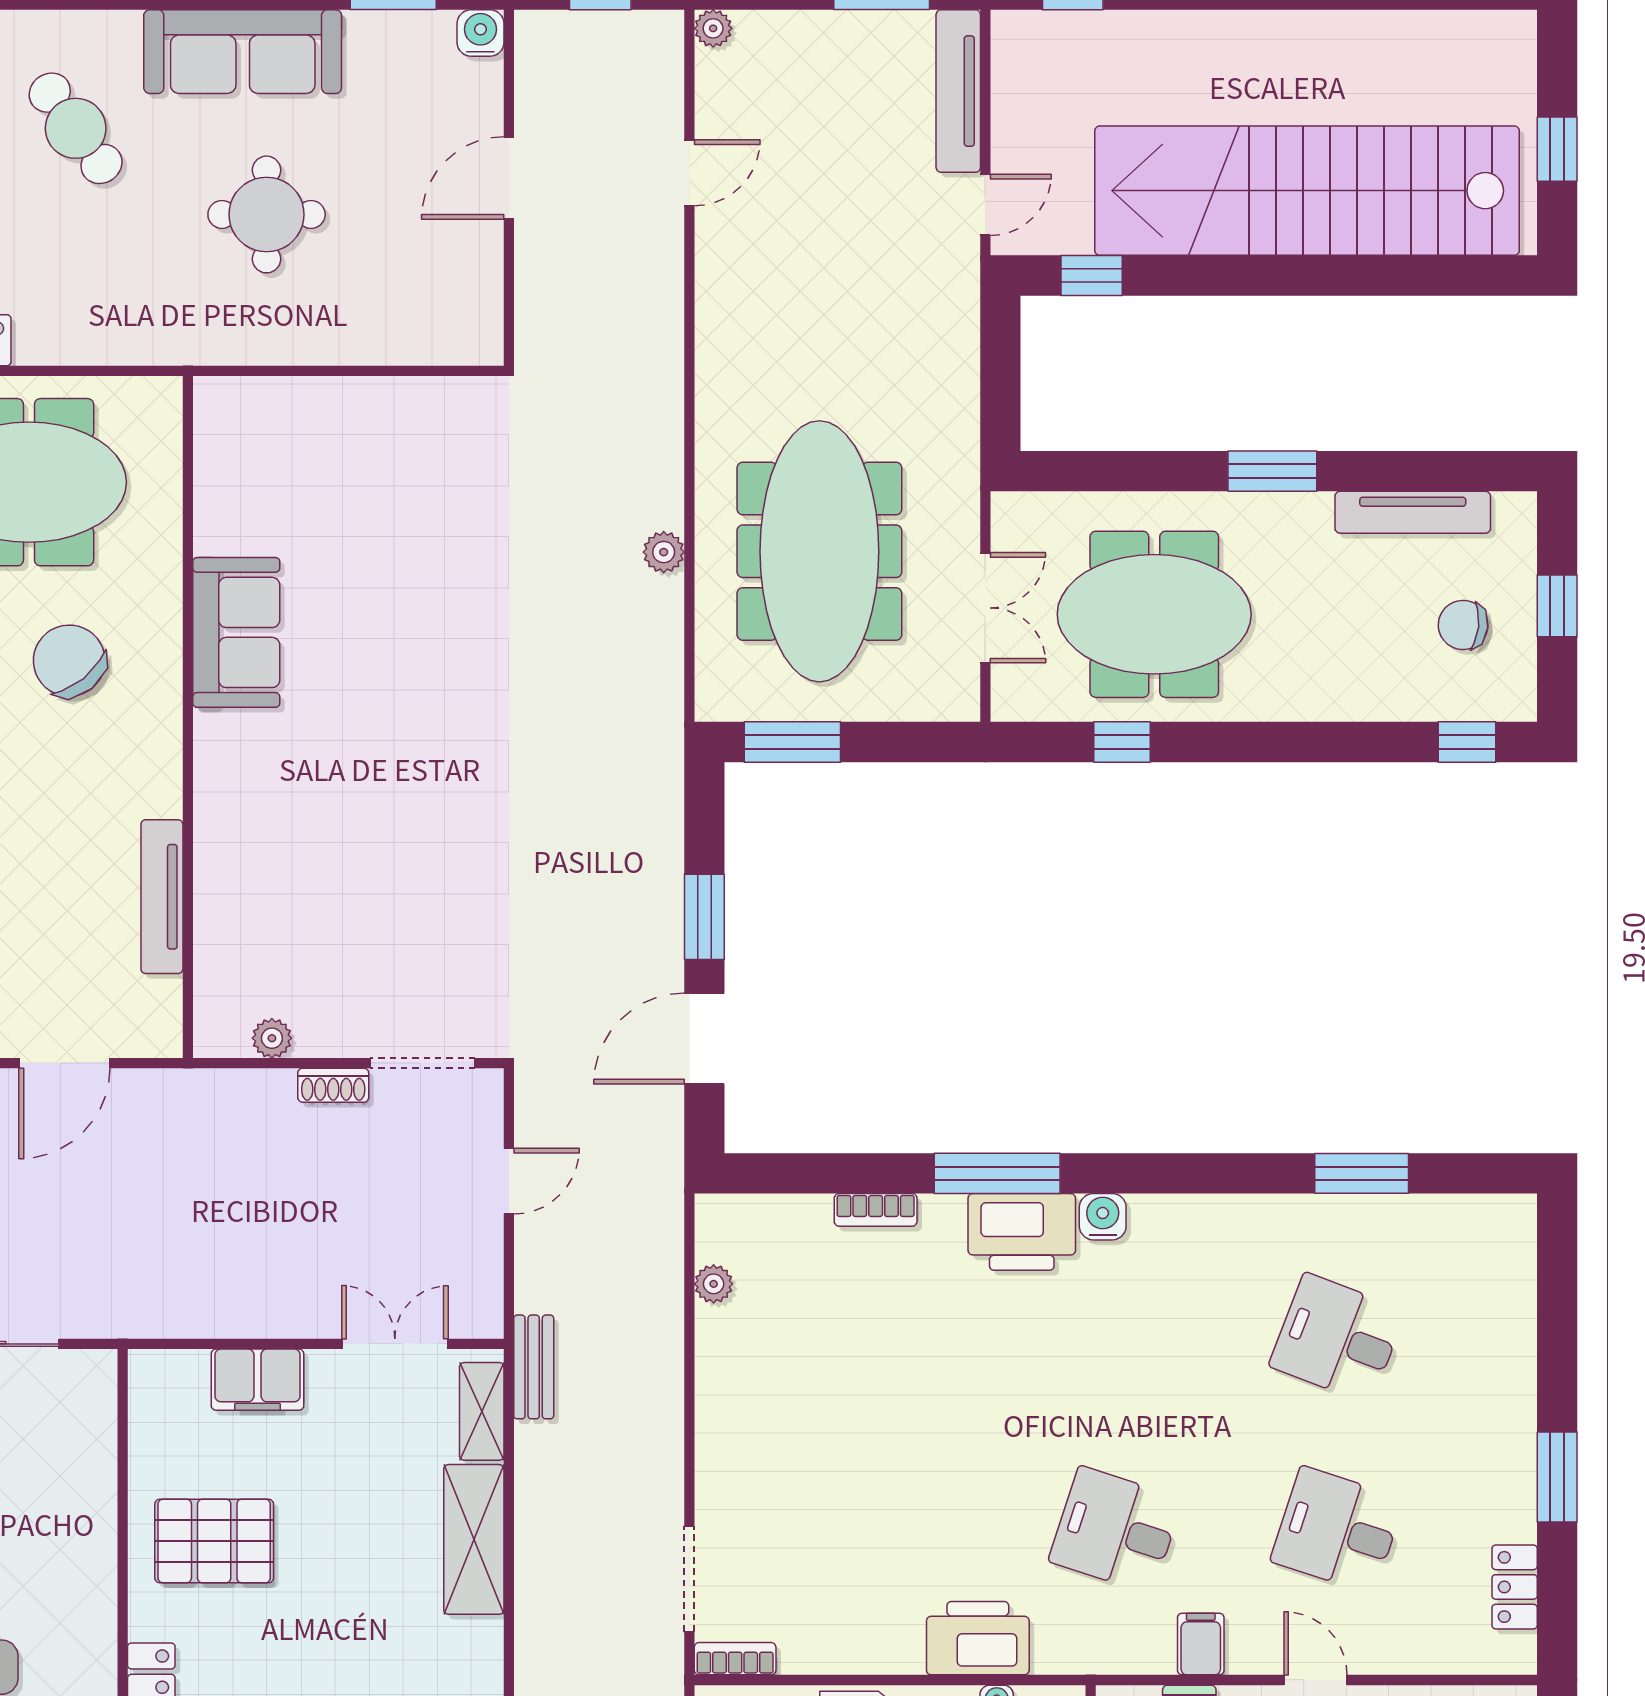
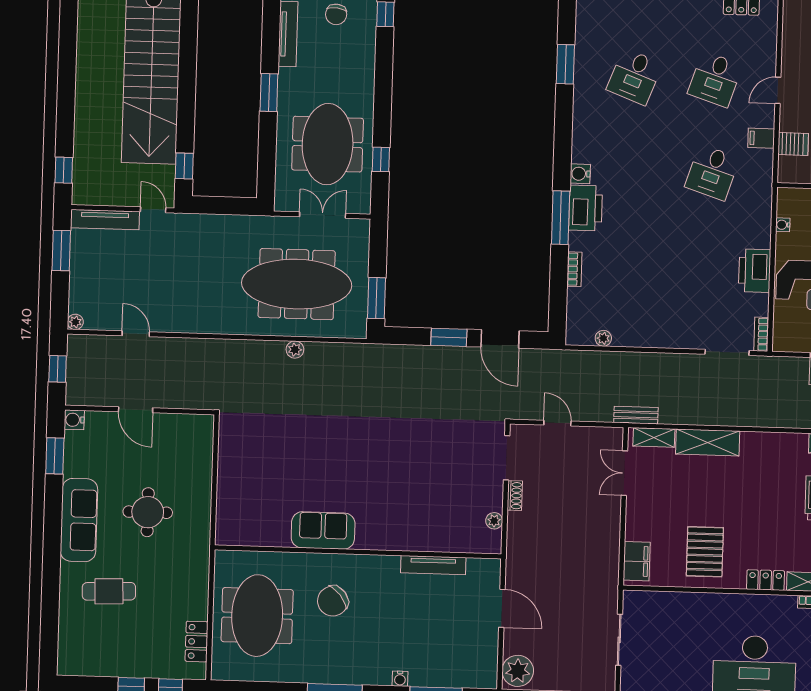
cafe table: (76, 128) -> (109, 591), turned 34
filing cabinet: (258, 1380) -> (637, 561), moved
printer: (978, 1638) -> (755, 271), moved

